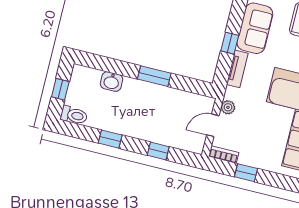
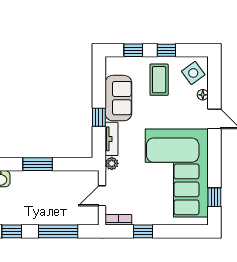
plant: (228, 107) -> (112, 163), moved
window: (158, 151) -> (58, 231), width x2.17

